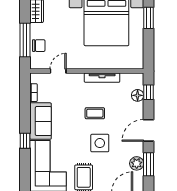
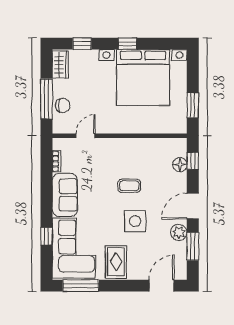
window: (148, 18) -> (193, 105), moved
tv unit: (102, 78) -> (138, 144), removed
window: (25, 141) -> (46, 236), moved
plant: (137, 163) -> (179, 232), moved

